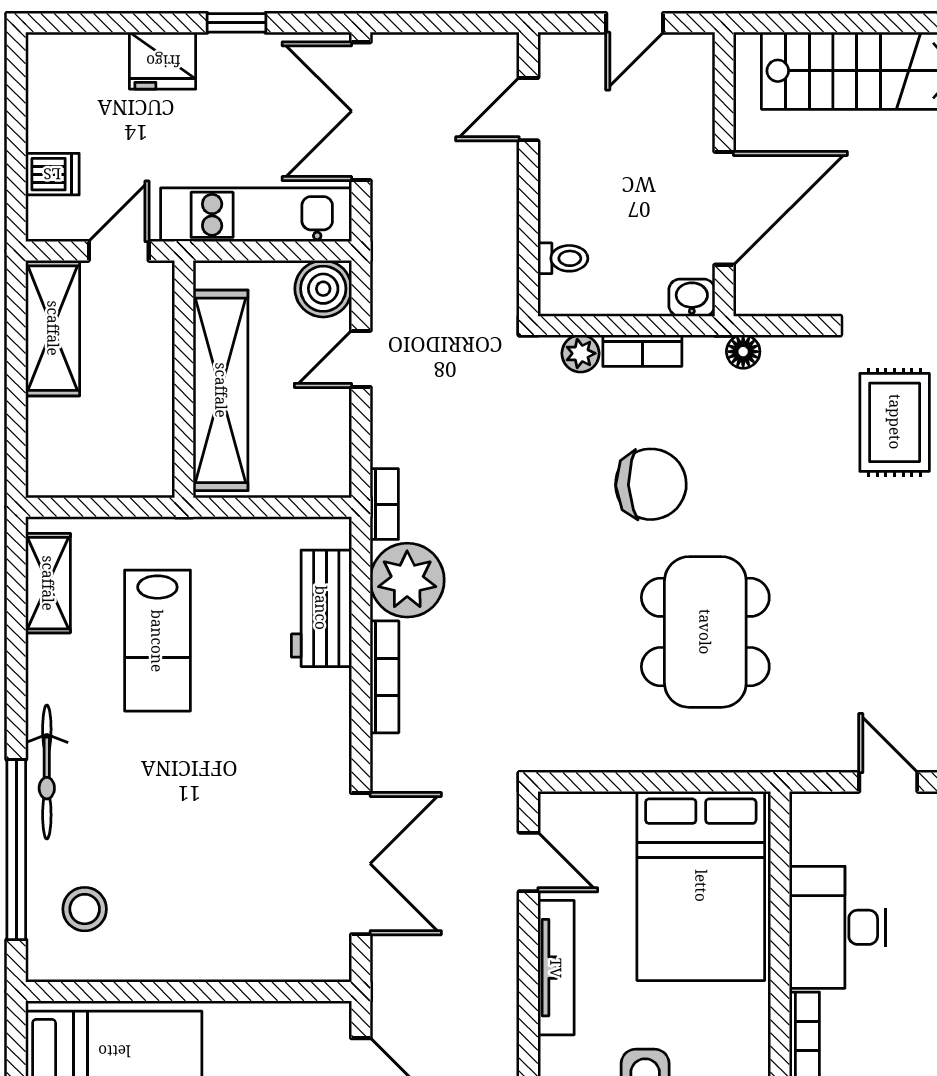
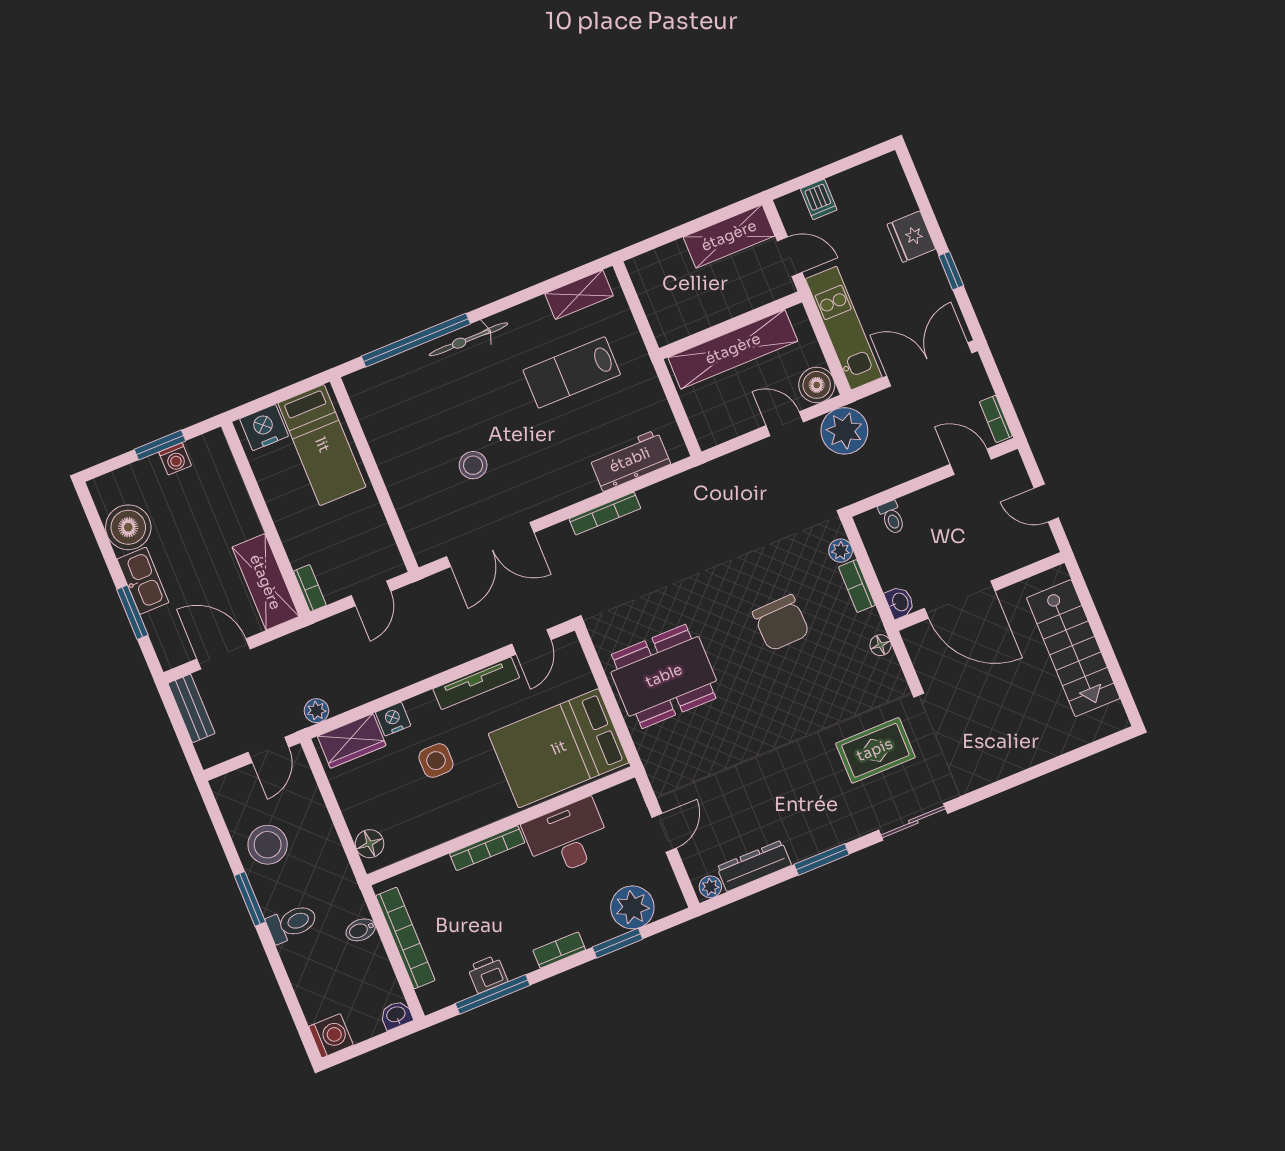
bookcase: (384, 504) -> (996, 419), moved, turned 90
plant: (407, 580) -> (844, 431), moved
dining table: (705, 632) -> (664, 676), moved
stool: (85, 909) -> (473, 465), moved

